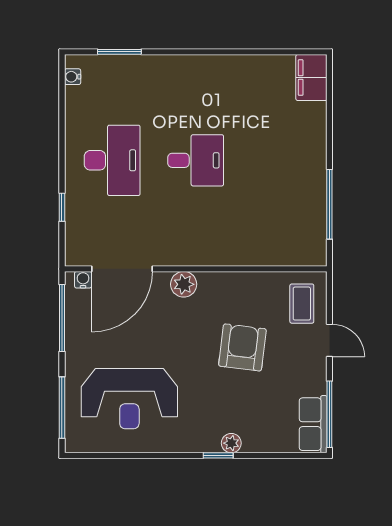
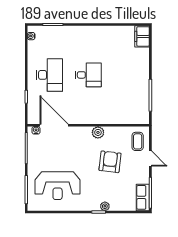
door: (122, 269) -> (54, 125), swing flipped
plant: (184, 284) -> (98, 132), moved

